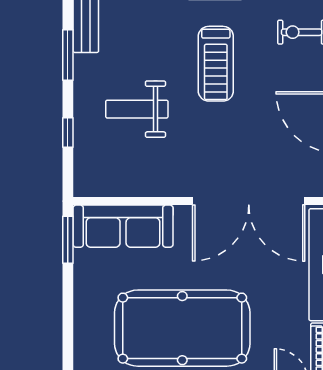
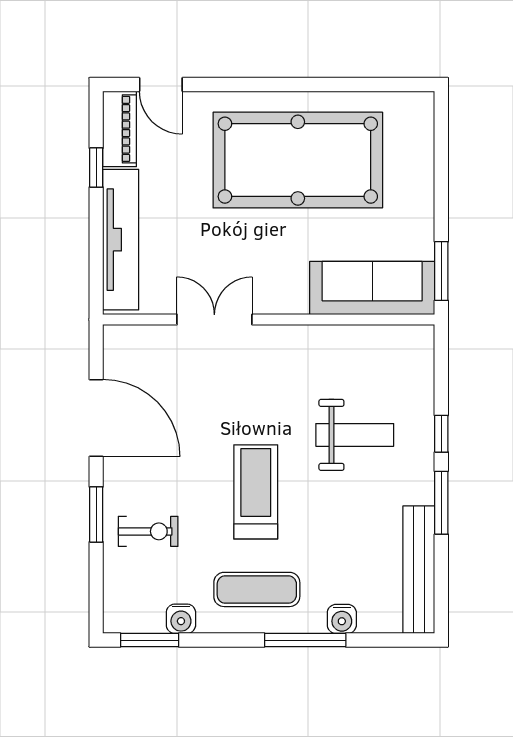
window: (68, 132) -> (441, 434), moved
double door: (249, 201) -> (214, 320), width x0.54

